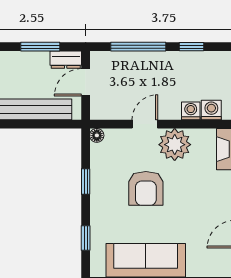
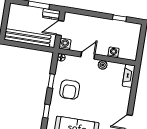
window: (138, 47) -> (91, 14), removed
washing machine: (211, 110) -> (65, 44), moved
plant: (175, 145) -> (103, 65), width x0.53, depth x0.53
armchair: (146, 188) -> (70, 90), moved

